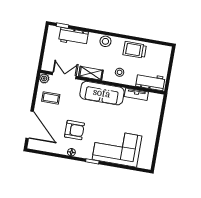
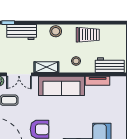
trolley: (135, 50) -> (88, 35), turned 180
double door: (64, 75) -> (19, 74), swing flipped

